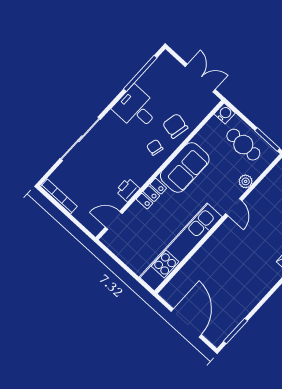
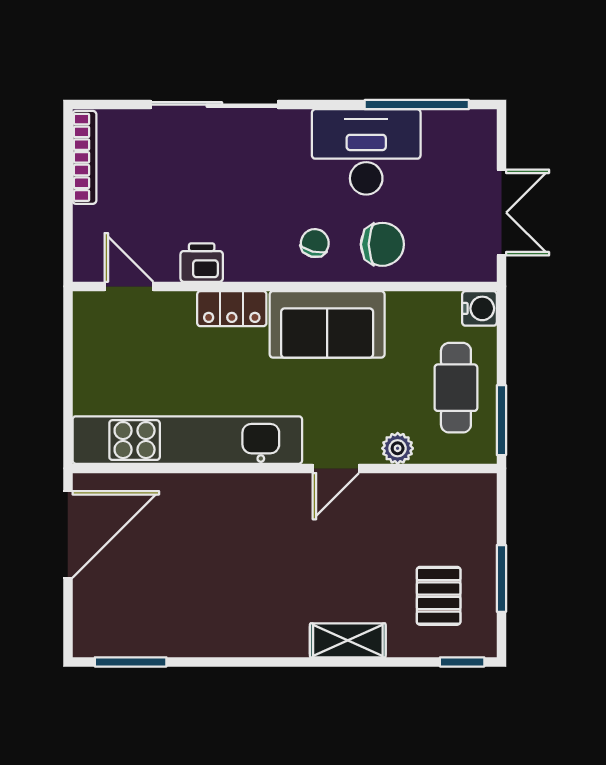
desk: (136, 109) -> (366, 152), width x1.37
chair: (175, 126) -> (382, 244), turned 78
door: (186, 323) -> (68, 534), moved

